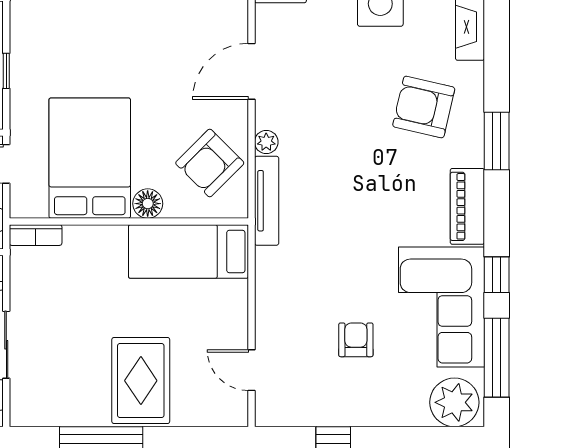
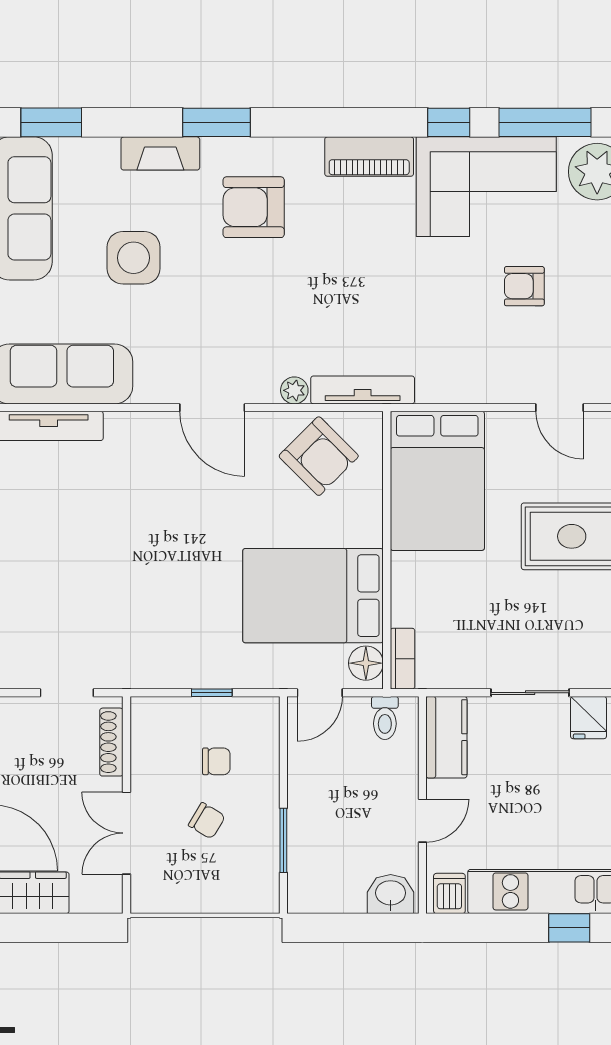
armchair: (424, 107) -> (254, 207), turned 77
window: (497, 141) -> (217, 122), moved
floor lamp: (148, 204) -> (366, 663), moved
bed: (188, 251) -> (437, 481), width x1.50
door: (251, 370) -> (560, 408), hinge flipped

